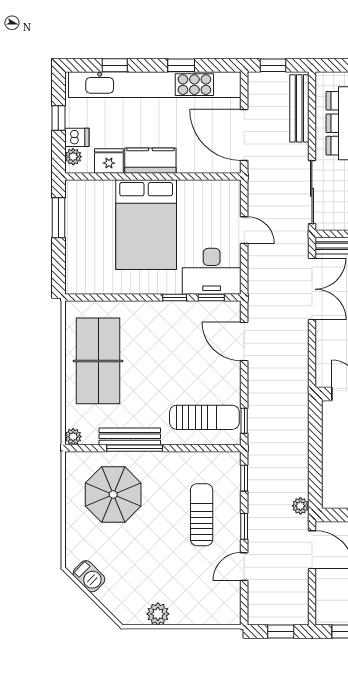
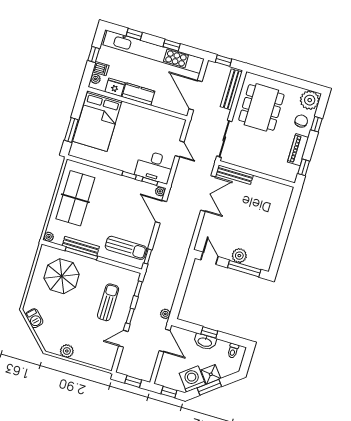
window: (58, 218) -> (71, 130), moved
bed: (146, 225) -> (97, 121), moved
plant: (233, 309) -> (160, 191), added

